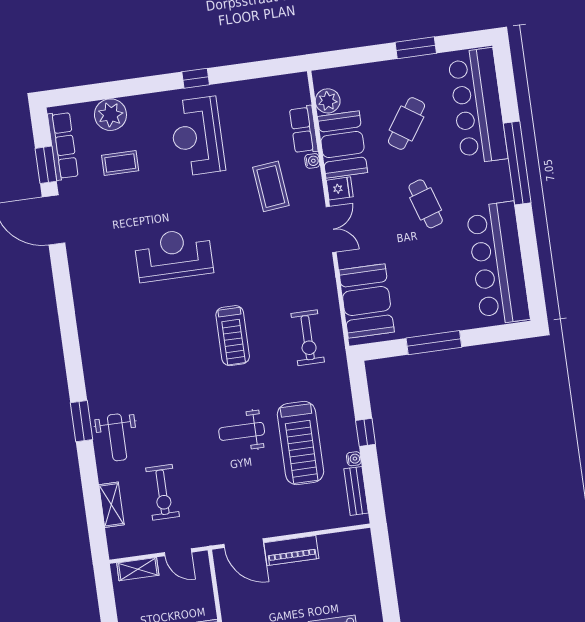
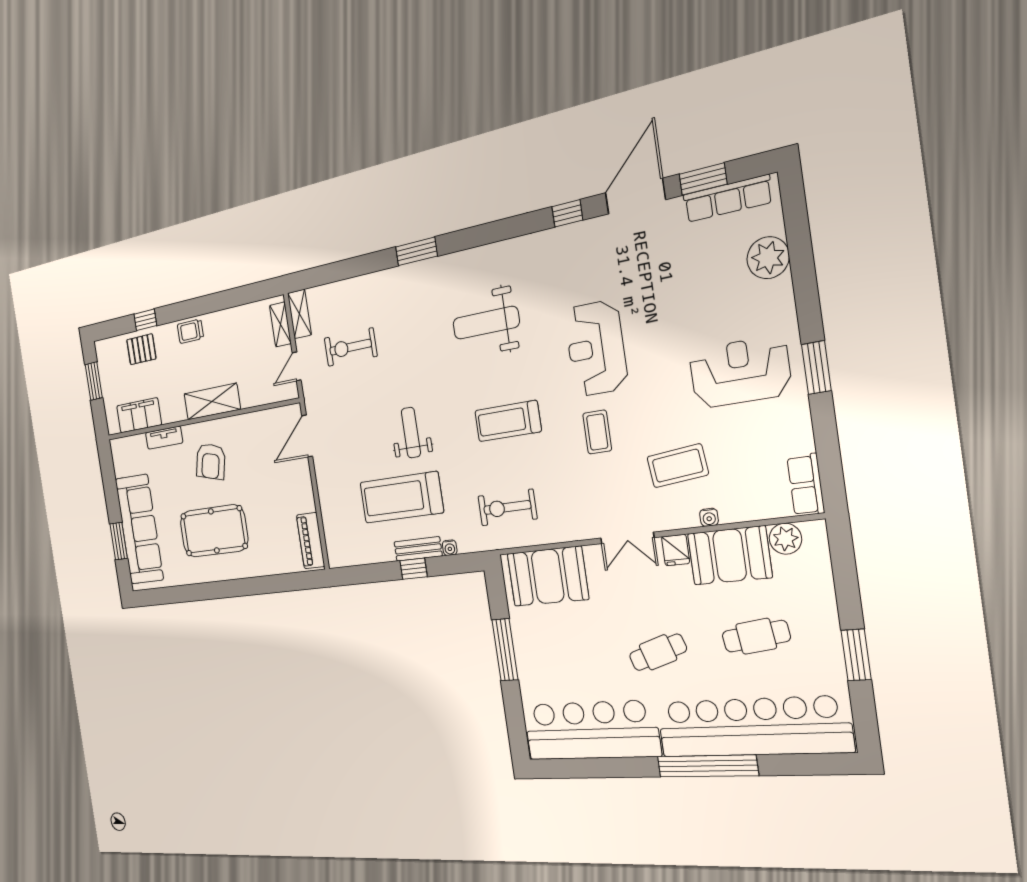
window: (196, 78) -> (816, 368), width x1.50
bar counter: (478, 106) -> (753, 727), width x1.36
cafe table: (407, 123) -> (756, 636), turned -41
row of seats: (304, 130) -> (806, 485), moved, turned -90
coffee table: (120, 163) -> (597, 432), moved
reception desk: (174, 255) -> (596, 348), turned 180
window: (62, 278) -> (567, 213), added
weight bench: (117, 437) -> (486, 323), moved, width x1.36, depth x1.33
water cooler: (354, 459) -> (450, 548), moved
bench: (356, 491) -> (418, 549), moved
shelving: (111, 505) -> (299, 314), moved, turned 90
piano: (291, 551) -> (311, 541), moved

